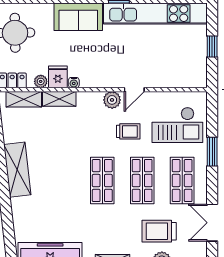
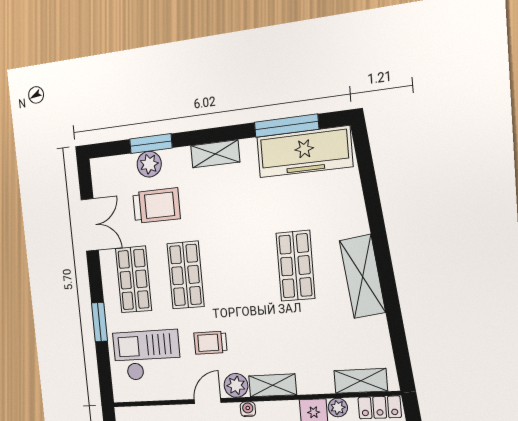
water cooler: (74, 83) -> (248, 409), moved
shelving: (59, 99) -> (273, 385), moved
shop shelf: (102, 181) -> (295, 266), moved

